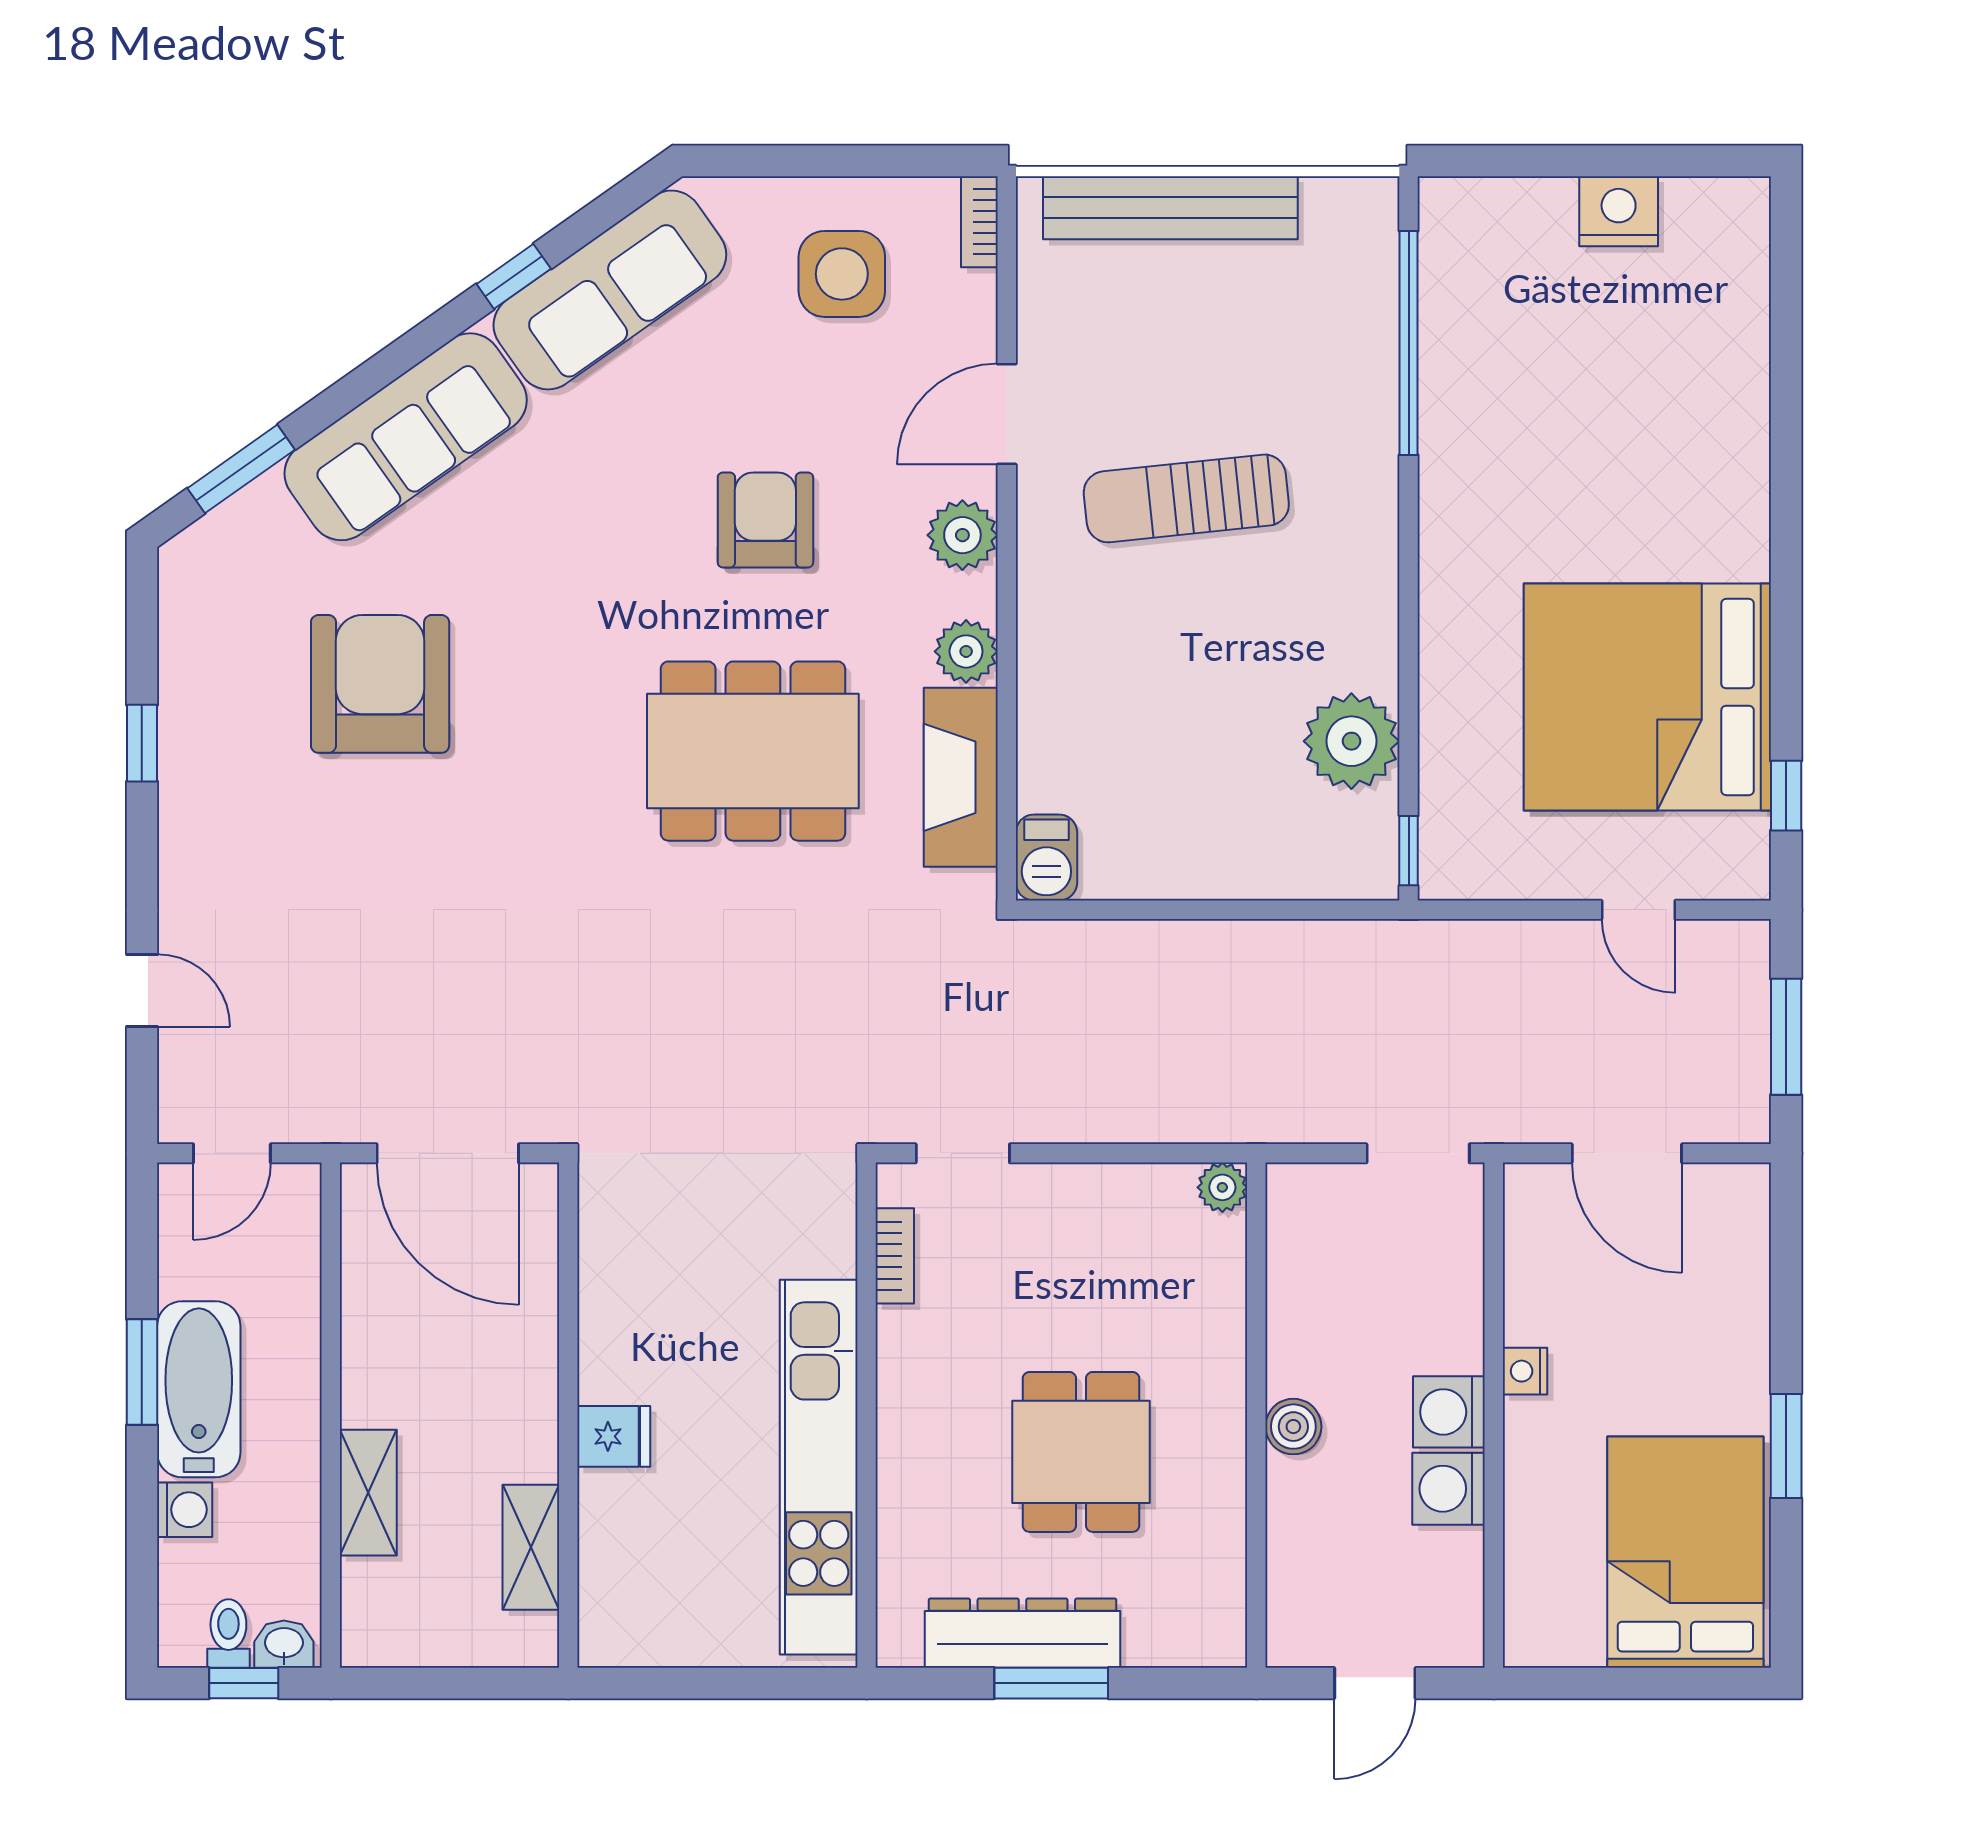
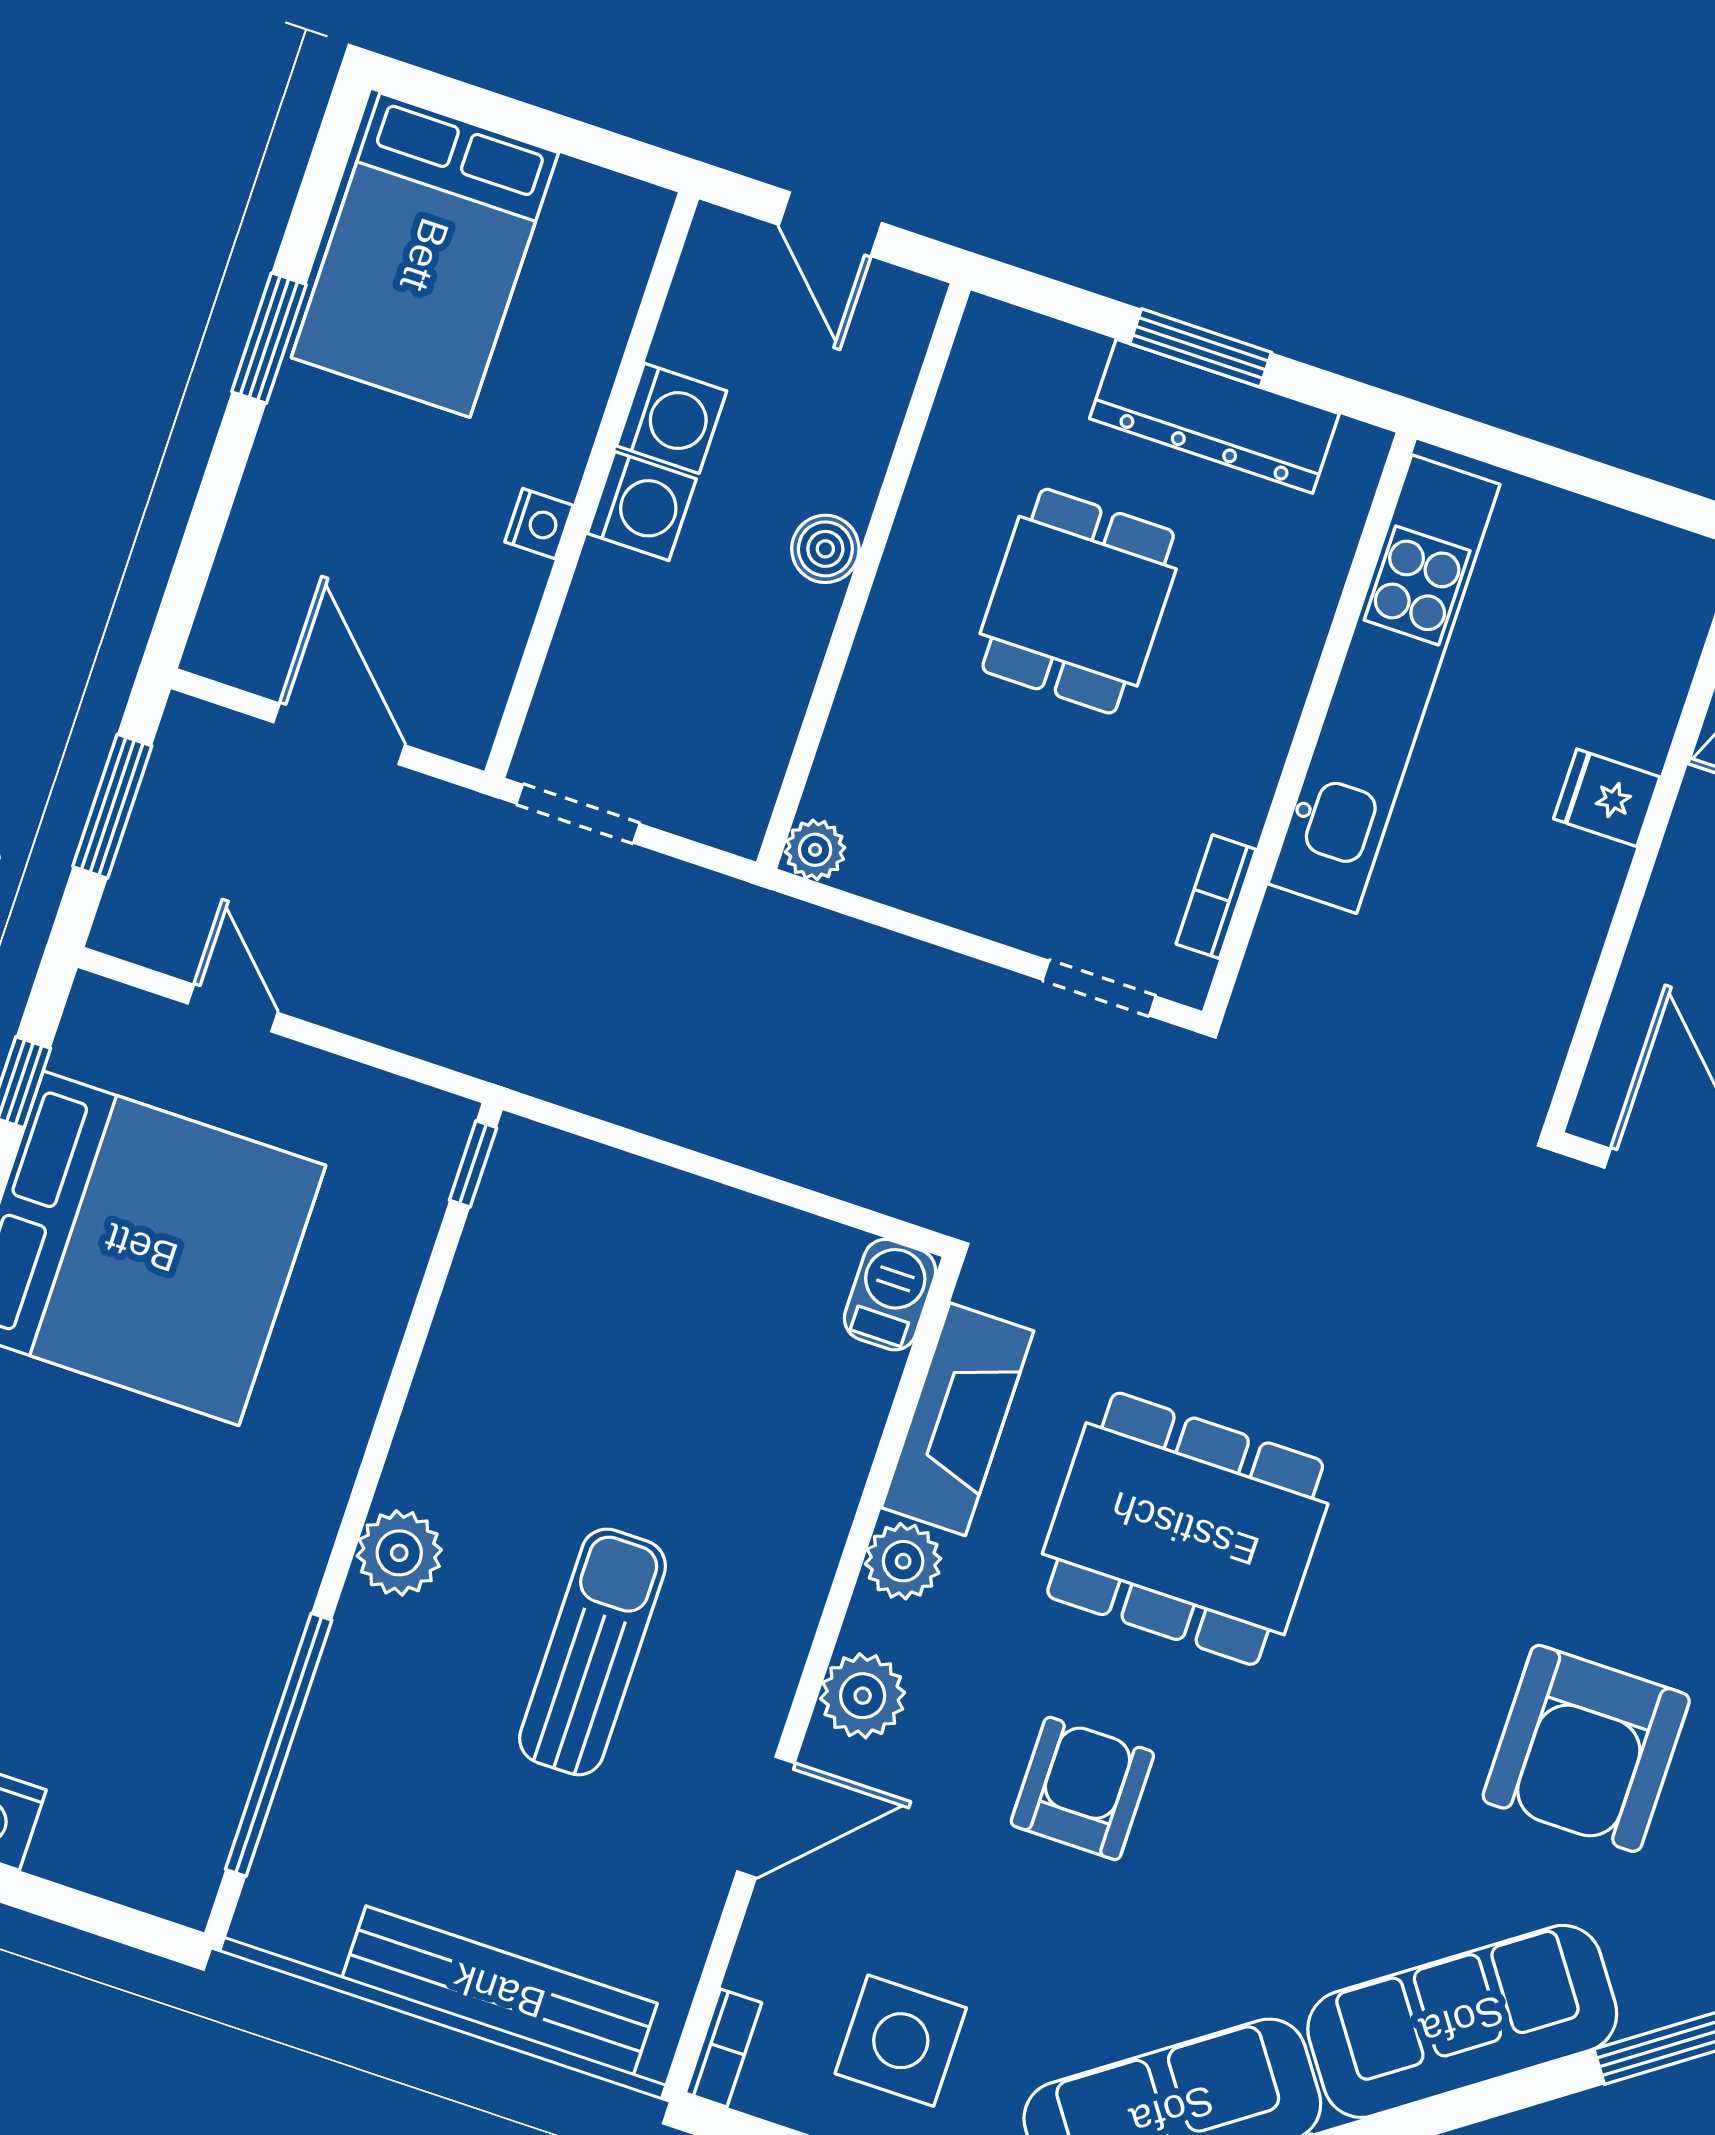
sun lounger: (1186, 498) -> (593, 1652), turned -84
armchair: (765, 520) -> (1082, 1788), turned 180
plant: (1351, 741) -> (399, 1553), moved, width x0.73, depth x0.73
door: (1375, 1683) -> (830, 224), swing flipped

